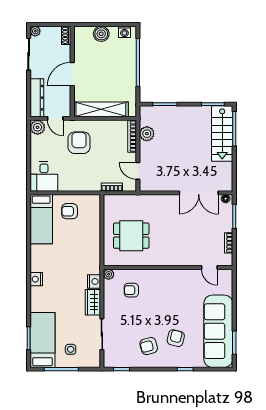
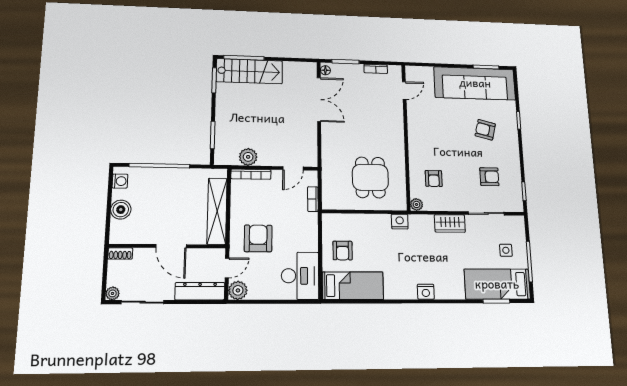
armchair: (79, 143) -> (258, 238), turned 90
desk: (44, 176) -> (300, 276), width x1.37
nightstand: (94, 281) -> (400, 222), moved
armchair: (149, 346) -> (489, 177), moved, turned -75

